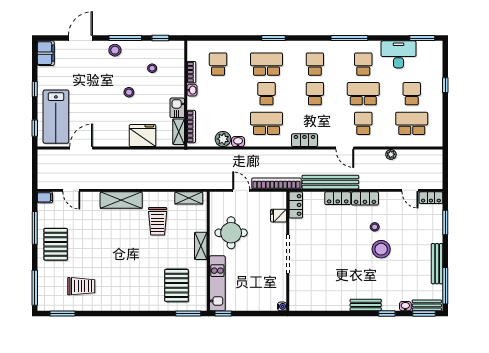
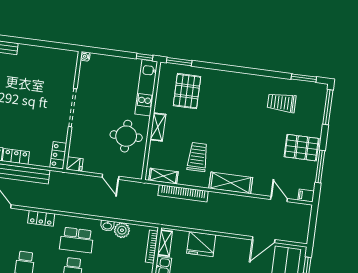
bookcase: (276, 183) -> (183, 193), moved
fridge: (279, 216) -> (75, 164), moved
pallet: (56, 244) -> (302, 148), turned 90

